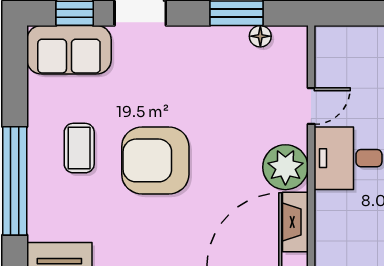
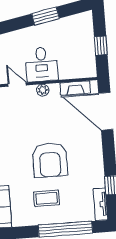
plant: (285, 167) -> (43, 90), width x0.53, depth x0.53

